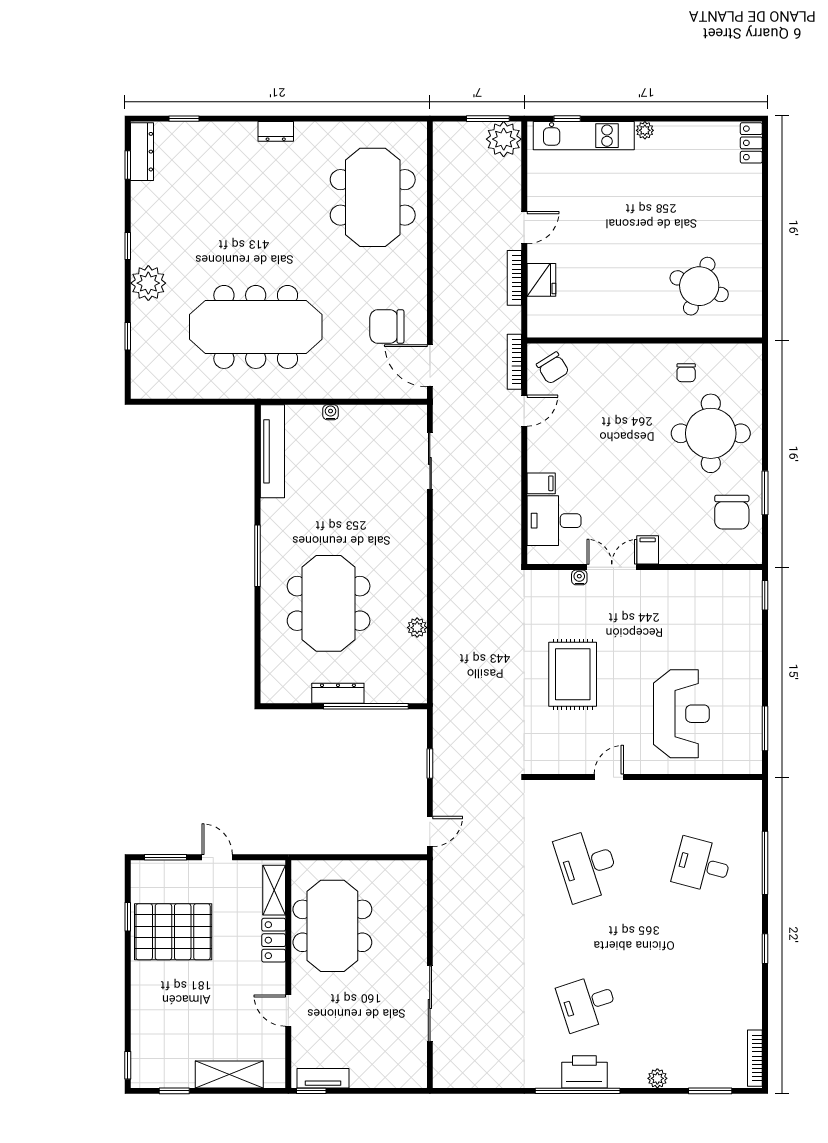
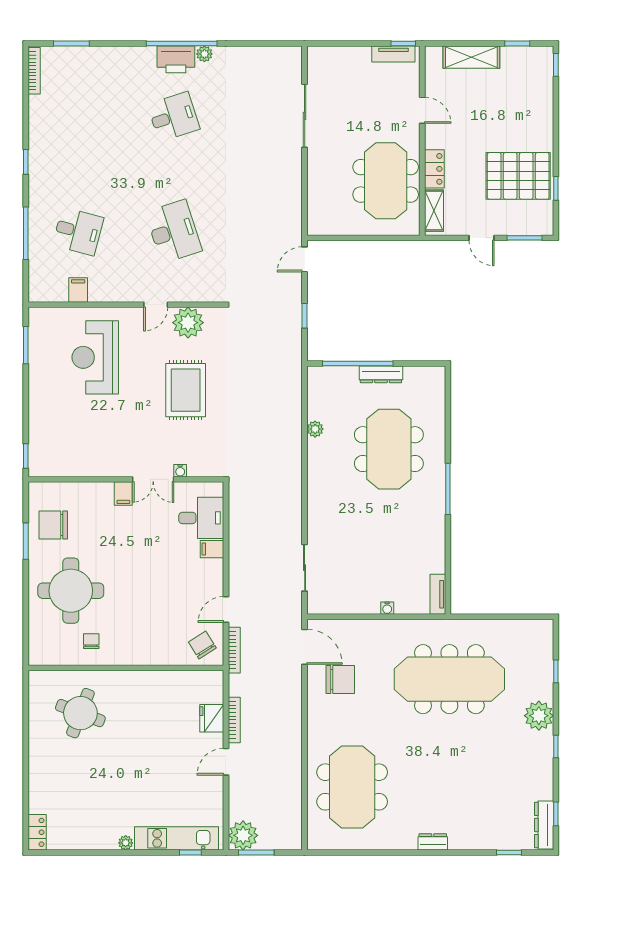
tv unit: (272, 451) -> (438, 594), width x0.52, depth x0.78
chair: (732, 512) -> (53, 525), turned -90
plant: (570, 755) -> (188, 323), added
filing cabinet: (702, 795) -> (78, 290), added
plant: (657, 1078) -> (204, 54), moved

